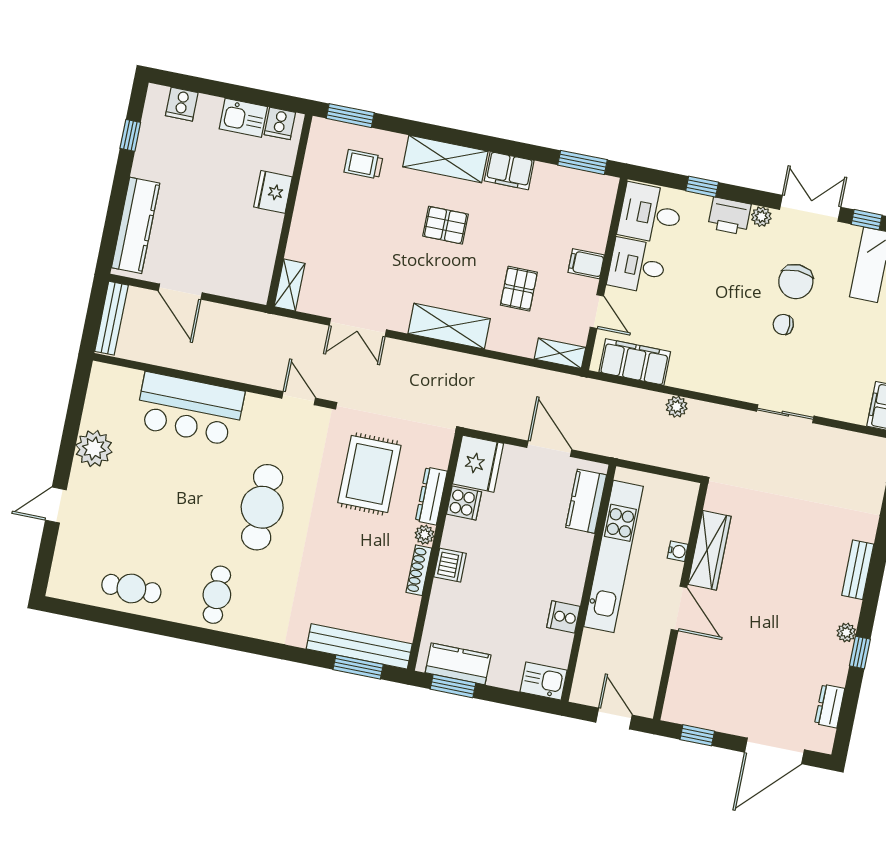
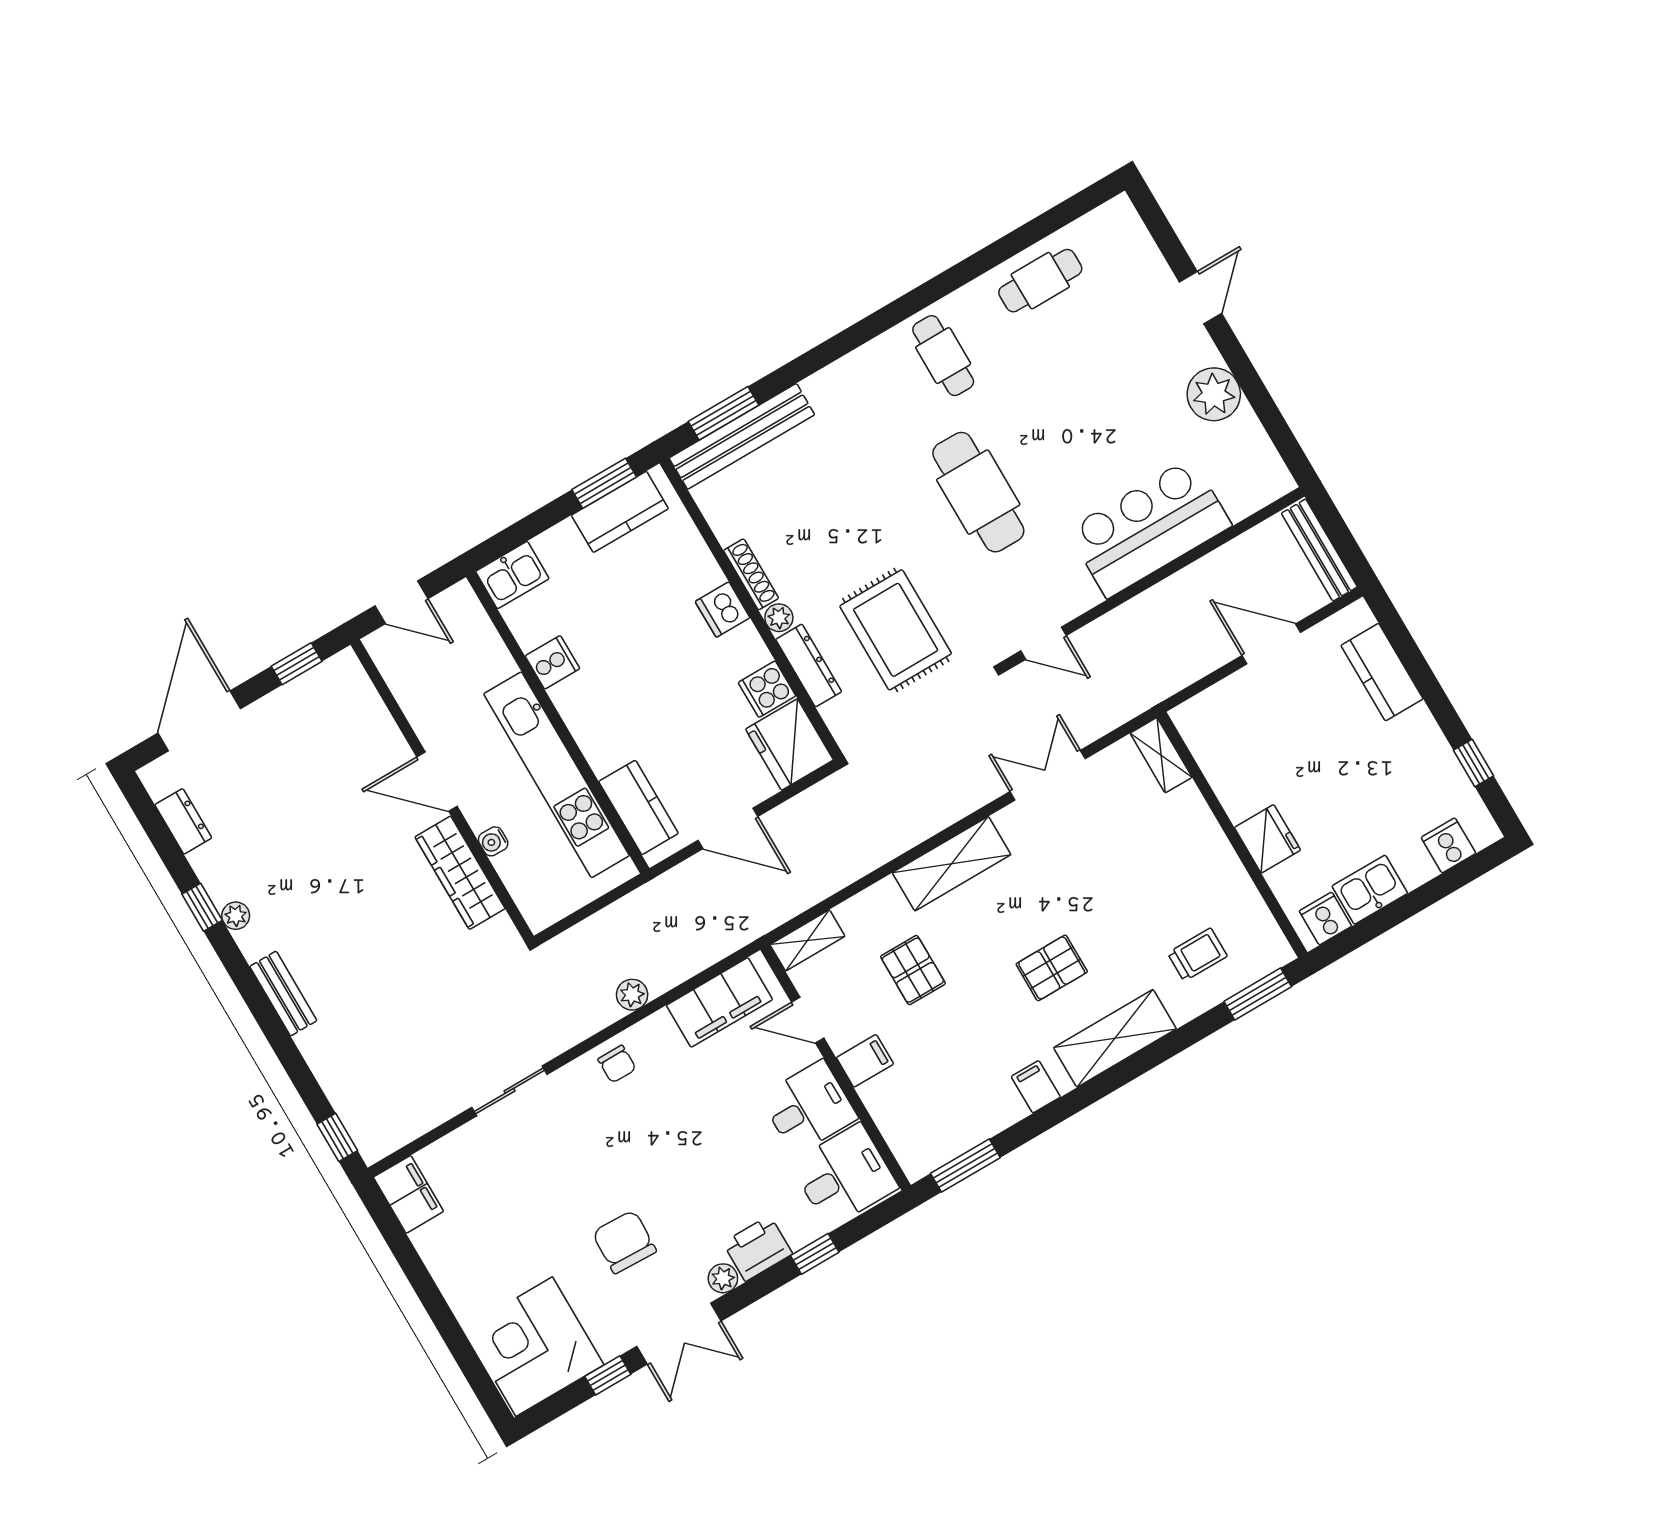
filing cabinet: (509, 171) -> (1036, 1087), width x0.50
kitchen counter: (136, 225) -> (1382, 672), width x0.67
chair: (783, 324) -> (617, 1064), moved, turned 91

